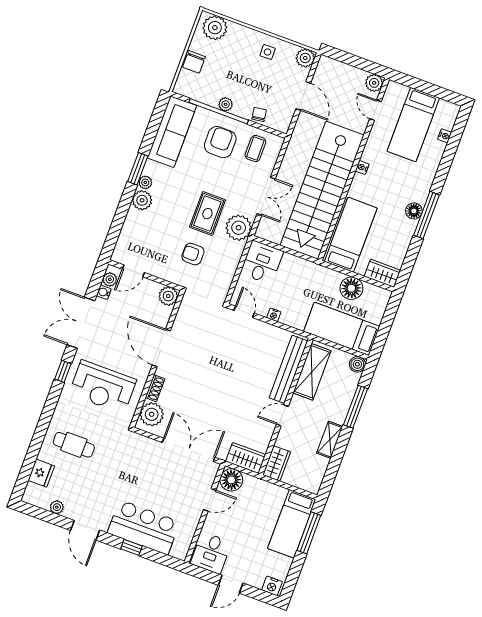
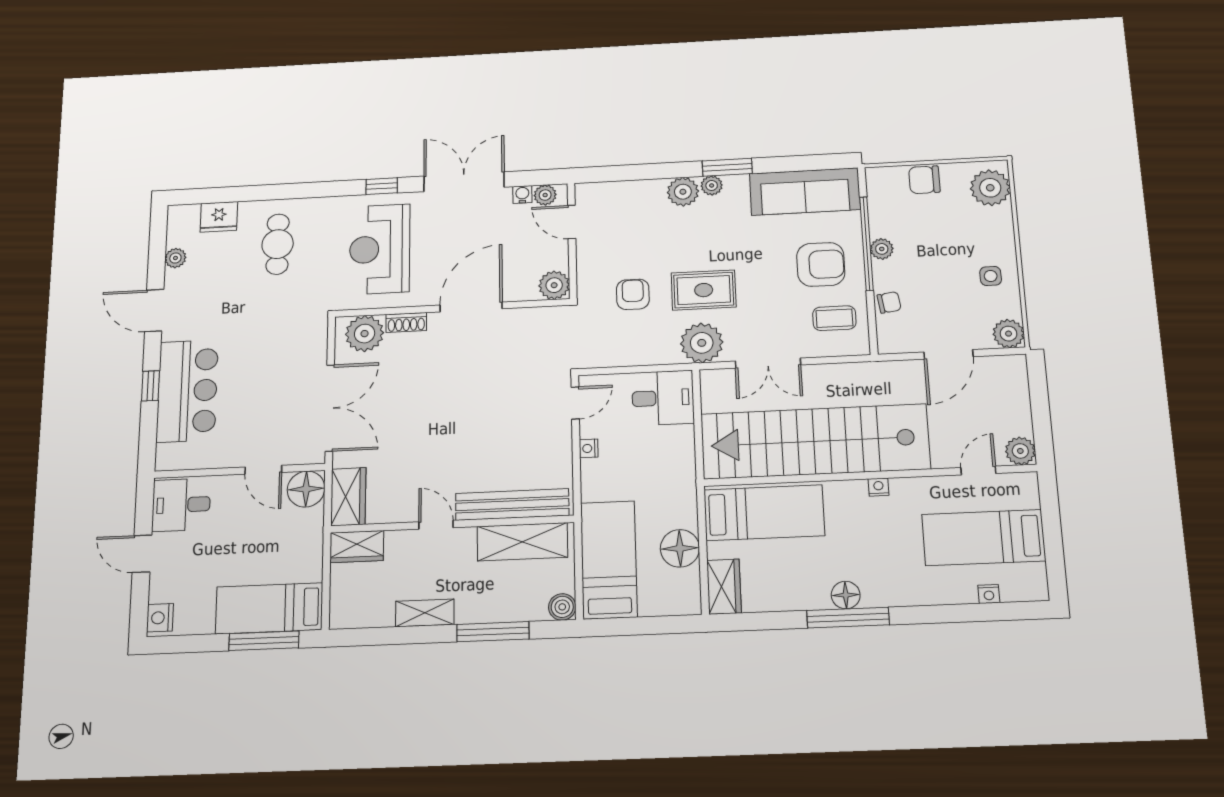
door: (85, 530) -> (154, 311), hinge flipped

